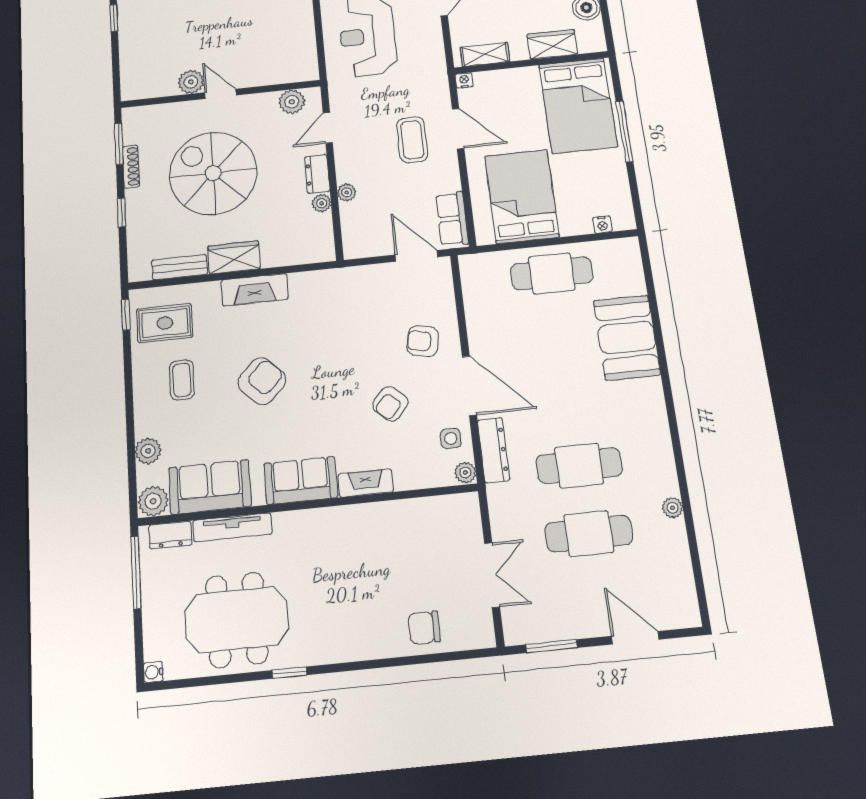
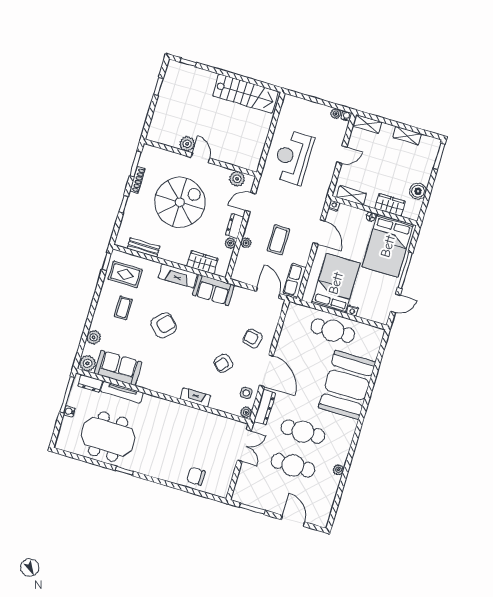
floor lamp: (530, 73) -> (371, 217), added
coffee table: (412, 140) -> (278, 240), moved
spiral stairs: (213, 173) -> (180, 202), turned 90
door: (634, 188) -> (395, 303), added
nightstand: (602, 225) -> (352, 311), moved
wardrobe: (234, 257) -> (202, 262), moved
booth: (627, 338) -> (347, 385), width x1.36, depth x1.42
sofa: (301, 480) -> (213, 290), moved, turned 180
double door: (492, 575) -> (244, 446), moved
water cooler: (153, 672) -> (69, 411), moved

